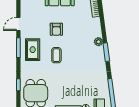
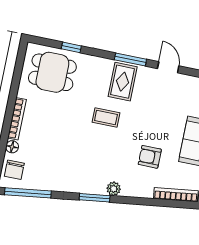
armchair: (56, 29) -> (150, 157), moved
rug: (33, 50) -> (123, 82), turned 90

